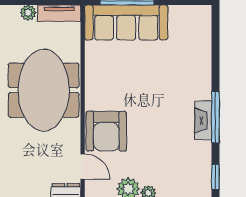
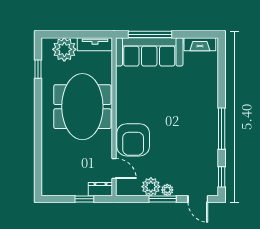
plant: (28, 13) -> (64, 49), width x1.88, depth x1.88
fireplace: (203, 120) -> (200, 44), moved, turned -90

